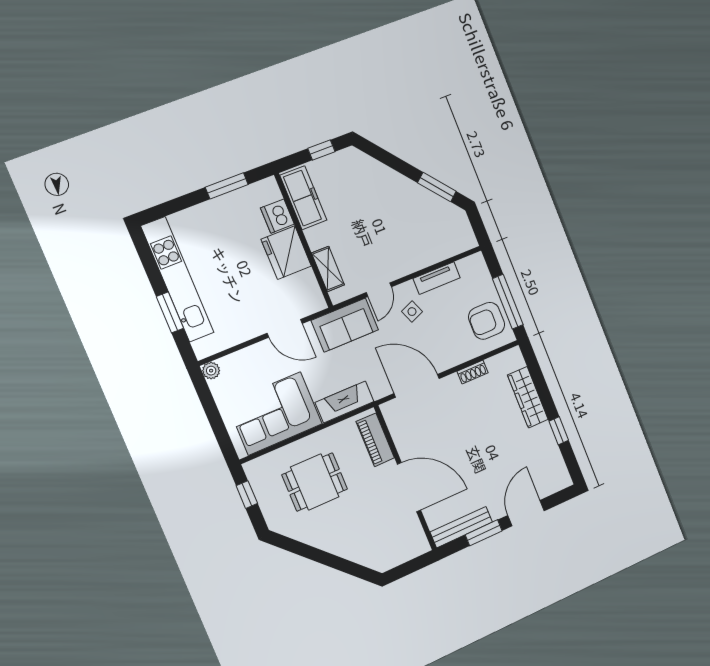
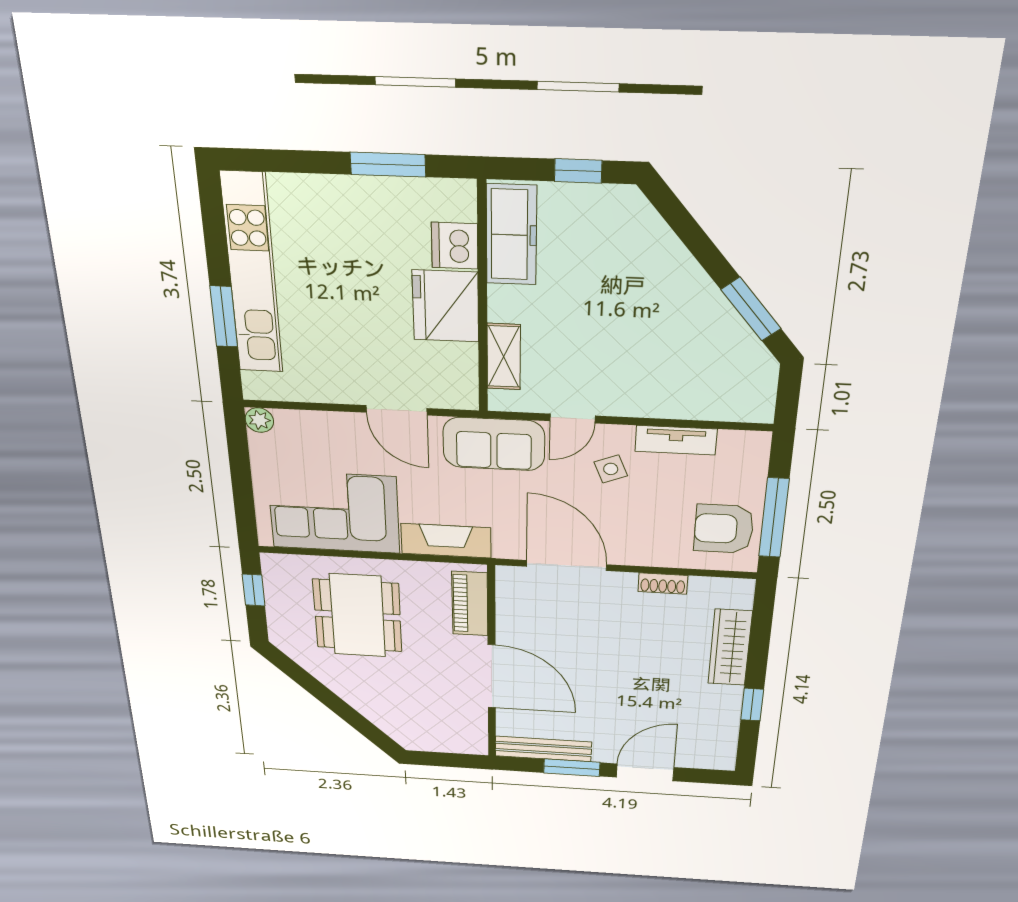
dining table: (315, 482) -> (358, 616), width x1.38

